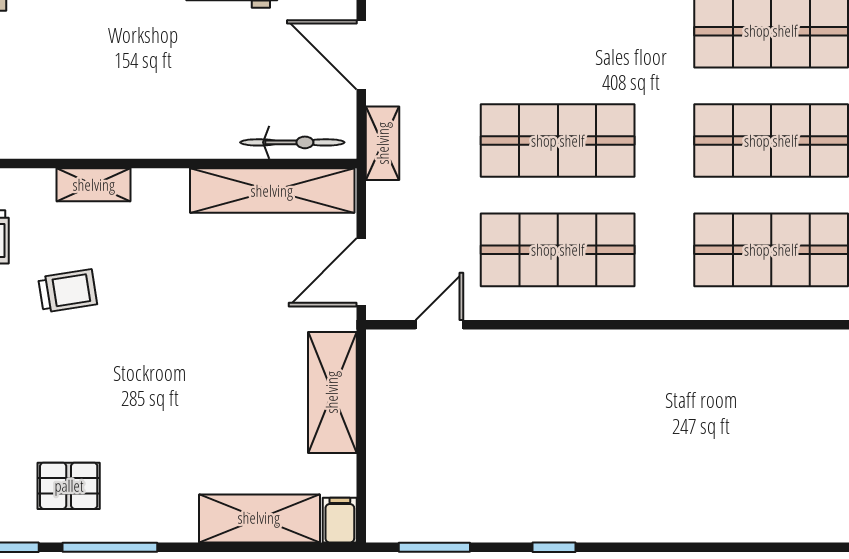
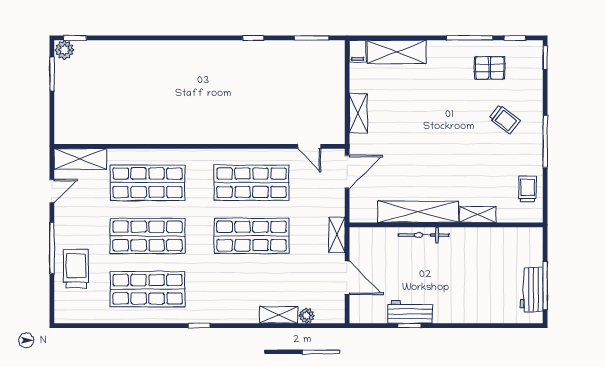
bicycle: (292, 142) -> (424, 235), moved
shelving: (272, 191) -> (418, 212), moved
trolley: (68, 291) -> (505, 119), moved, turned -133
door: (439, 325) -> (309, 146), hinge flipped
shelving: (332, 392) -> (358, 113), width x0.67, depth x0.75

